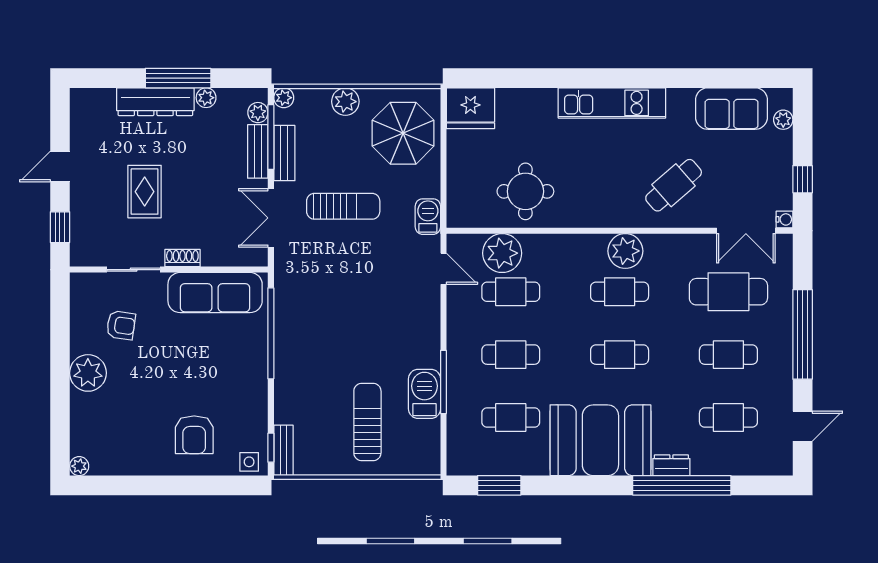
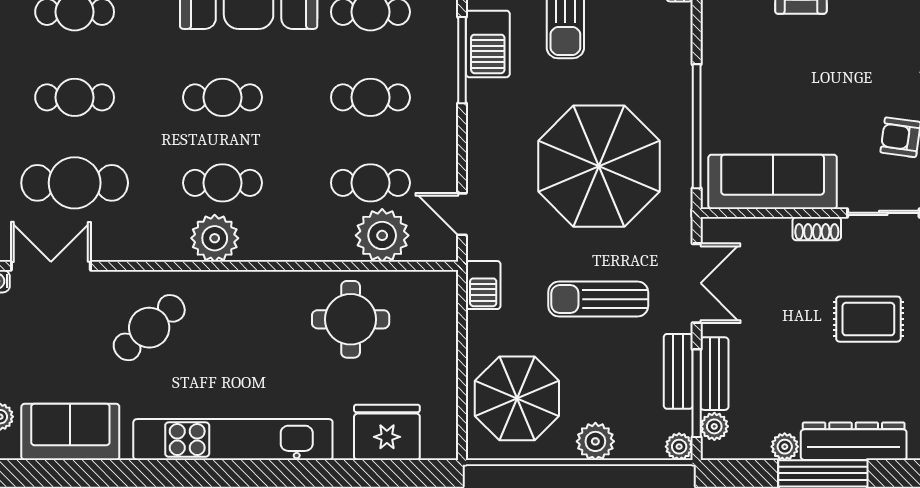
kitchen unit: (612, 103) -> (233, 440), width x1.36
fridge: (470, 108) -> (387, 432), moved
rug: (145, 192) -> (868, 319), turned 90
parasol: (343, 304) -> (599, 166), added

